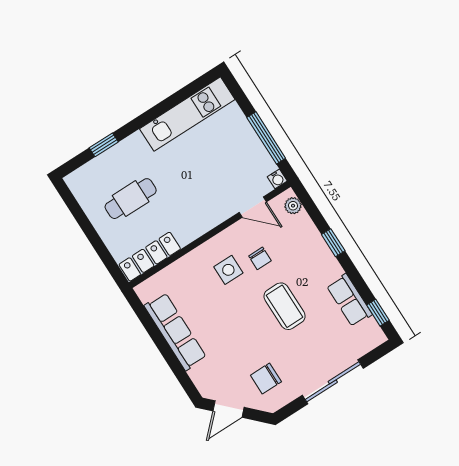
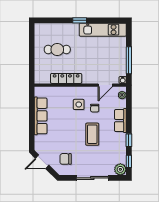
window: (104, 145) -> (80, 20), moved
door: (253, 207) -> (105, 85), hinge flipped
window: (333, 243) -> (129, 140), moved
locker: (150, 257) -> (66, 78), moved
row of seats: (349, 300) -> (120, 121), moved
plant: (372, 336) -> (120, 169), added

